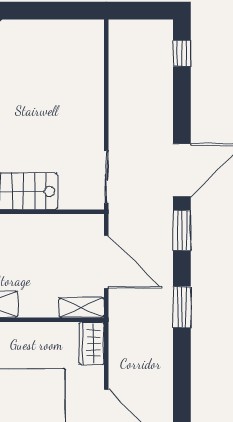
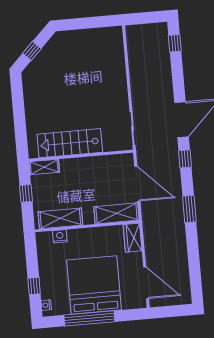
window: (182, 230) -> (185, 159), width x0.67
shelving: (82, 308) -> (116, 213), width x1.50, depth x1.33

